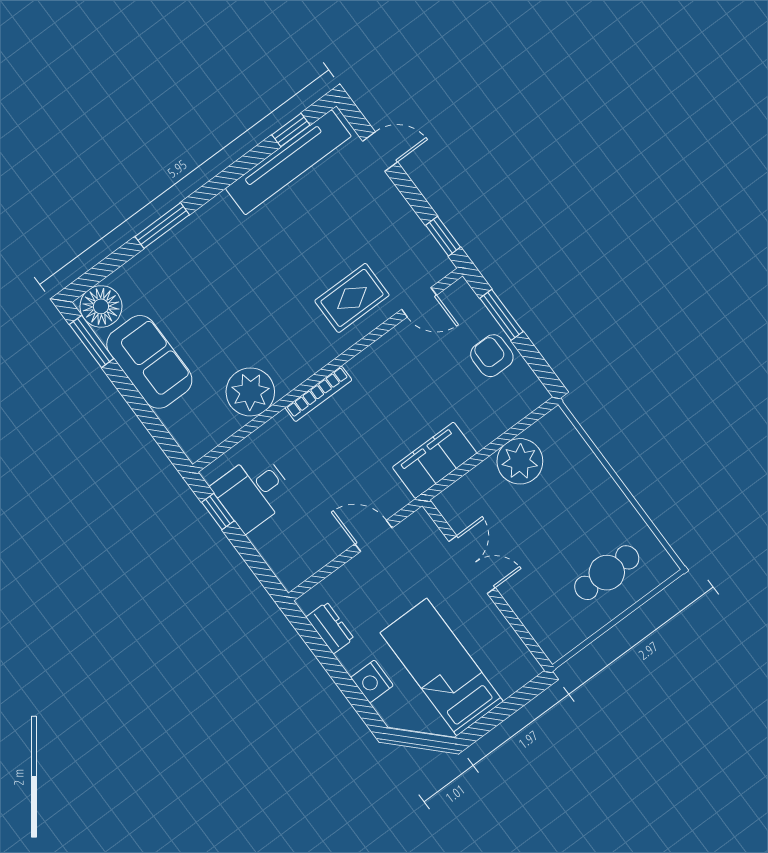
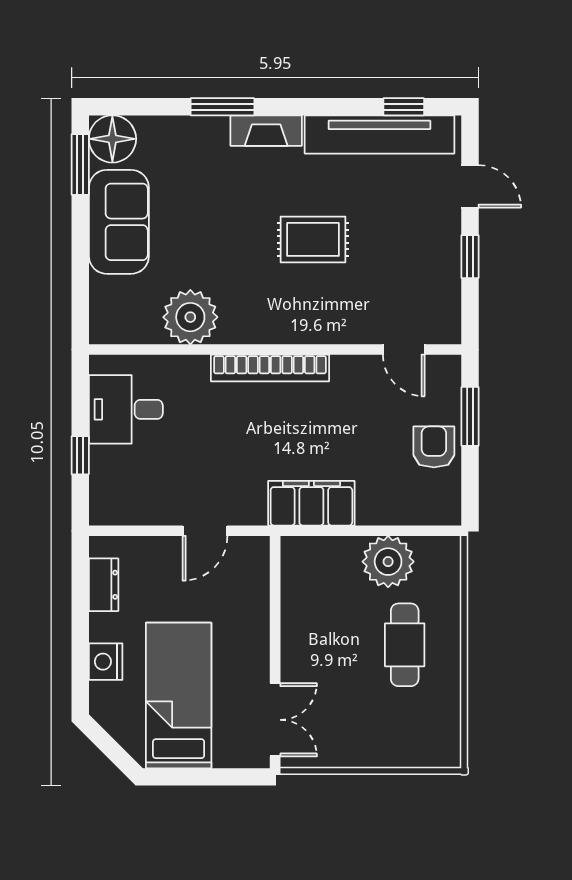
fireplace: (206, 219) -> (266, 131), added
window: (443, 236) -> (470, 257), moved
rug: (352, 298) -> (313, 239), moved
bookcase: (319, 394) -> (270, 368), width x1.48, depth x1.31
window: (218, 512) -> (80, 455), moved
door: (374, 536) -> (205, 531), swing flipped
double door: (472, 565) -> (275, 720), moved
cafe table: (607, 573) -> (405, 645), moved, turned 90

